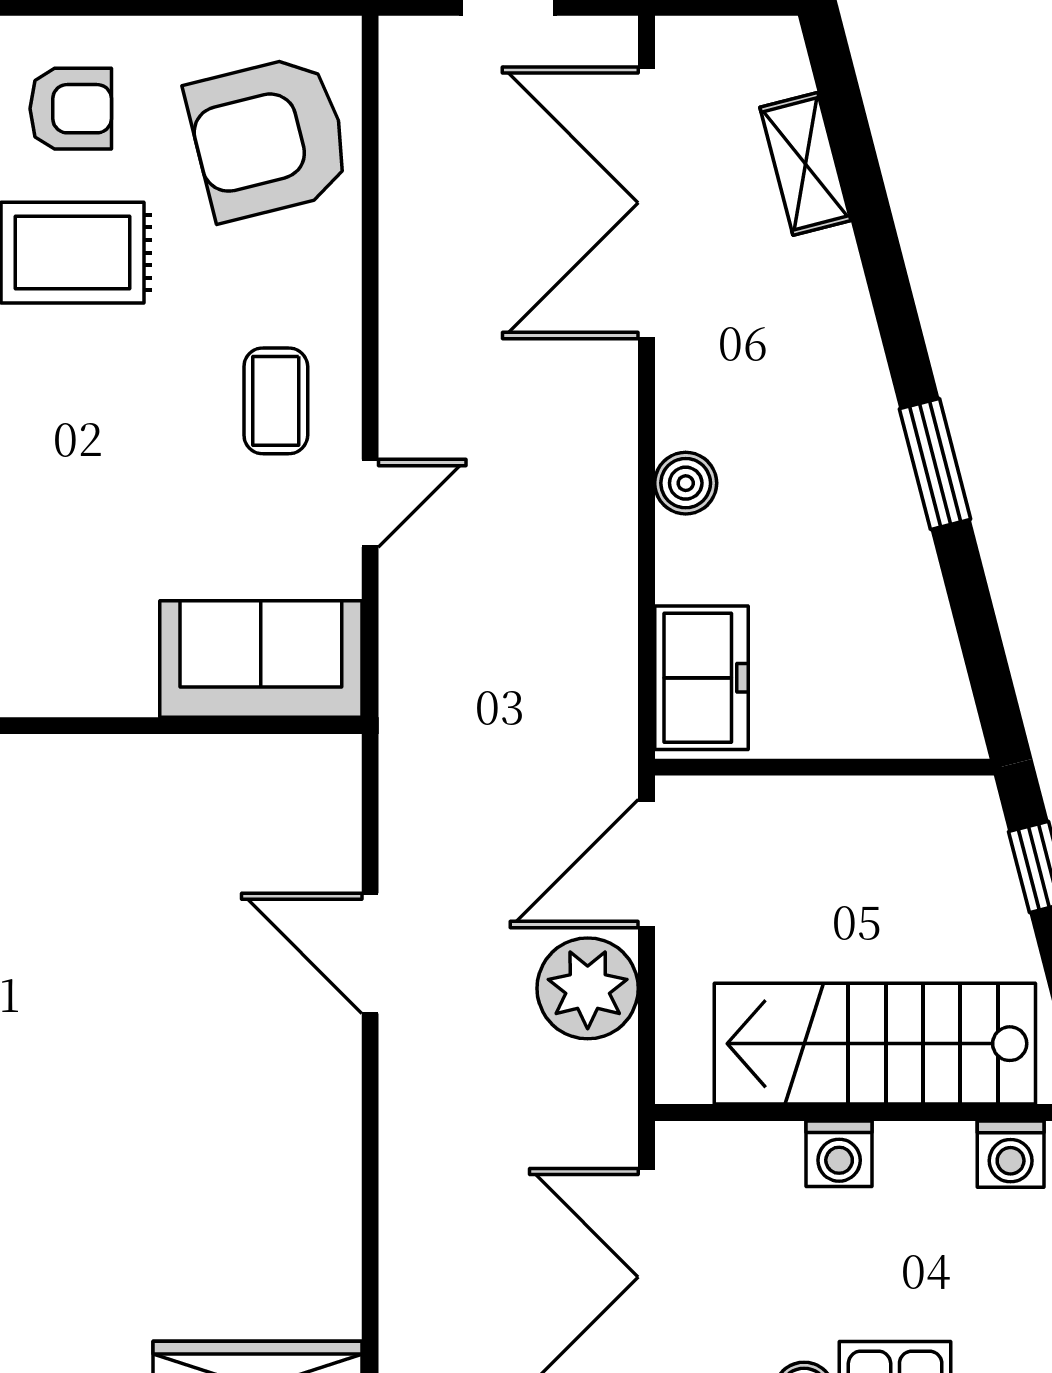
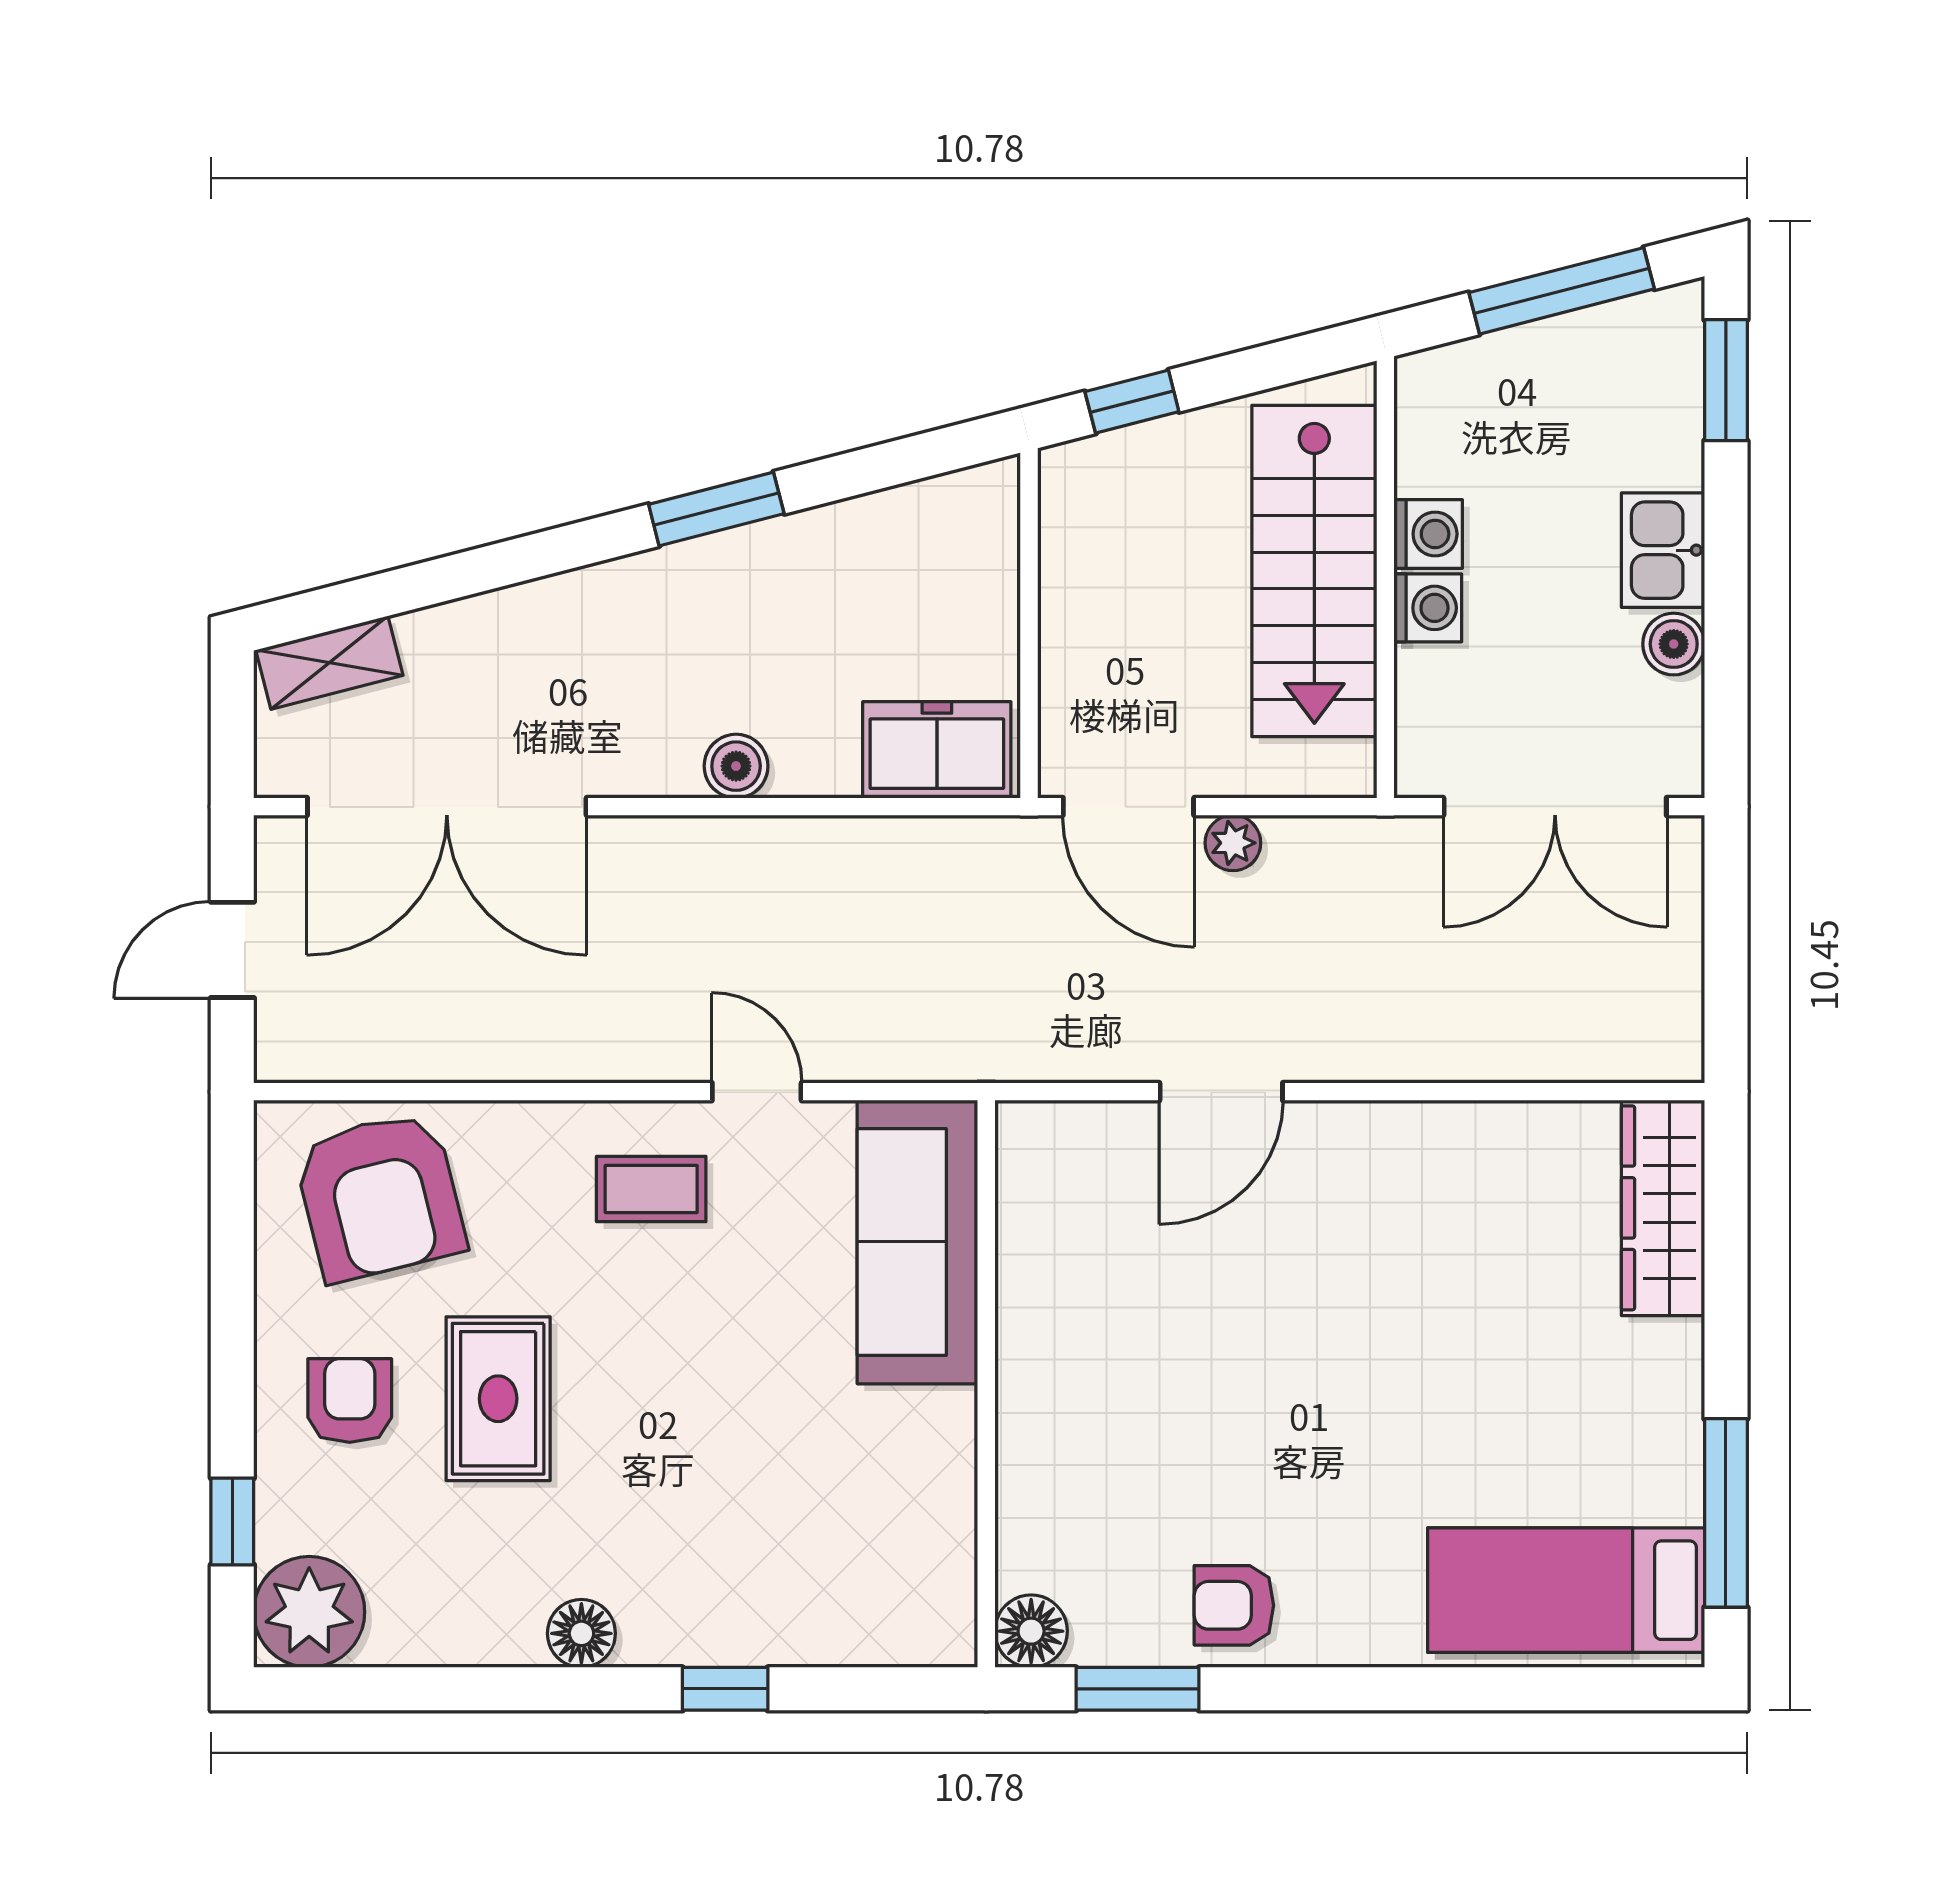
shelving: (805, 164) -> (329, 663), moved
sofa: (261, 659) -> (917, 1242), width x1.36
plant: (588, 988) -> (1233, 843), width x0.53, depth x0.53
washing machine: (1011, 1154) -> (1428, 534), moved

